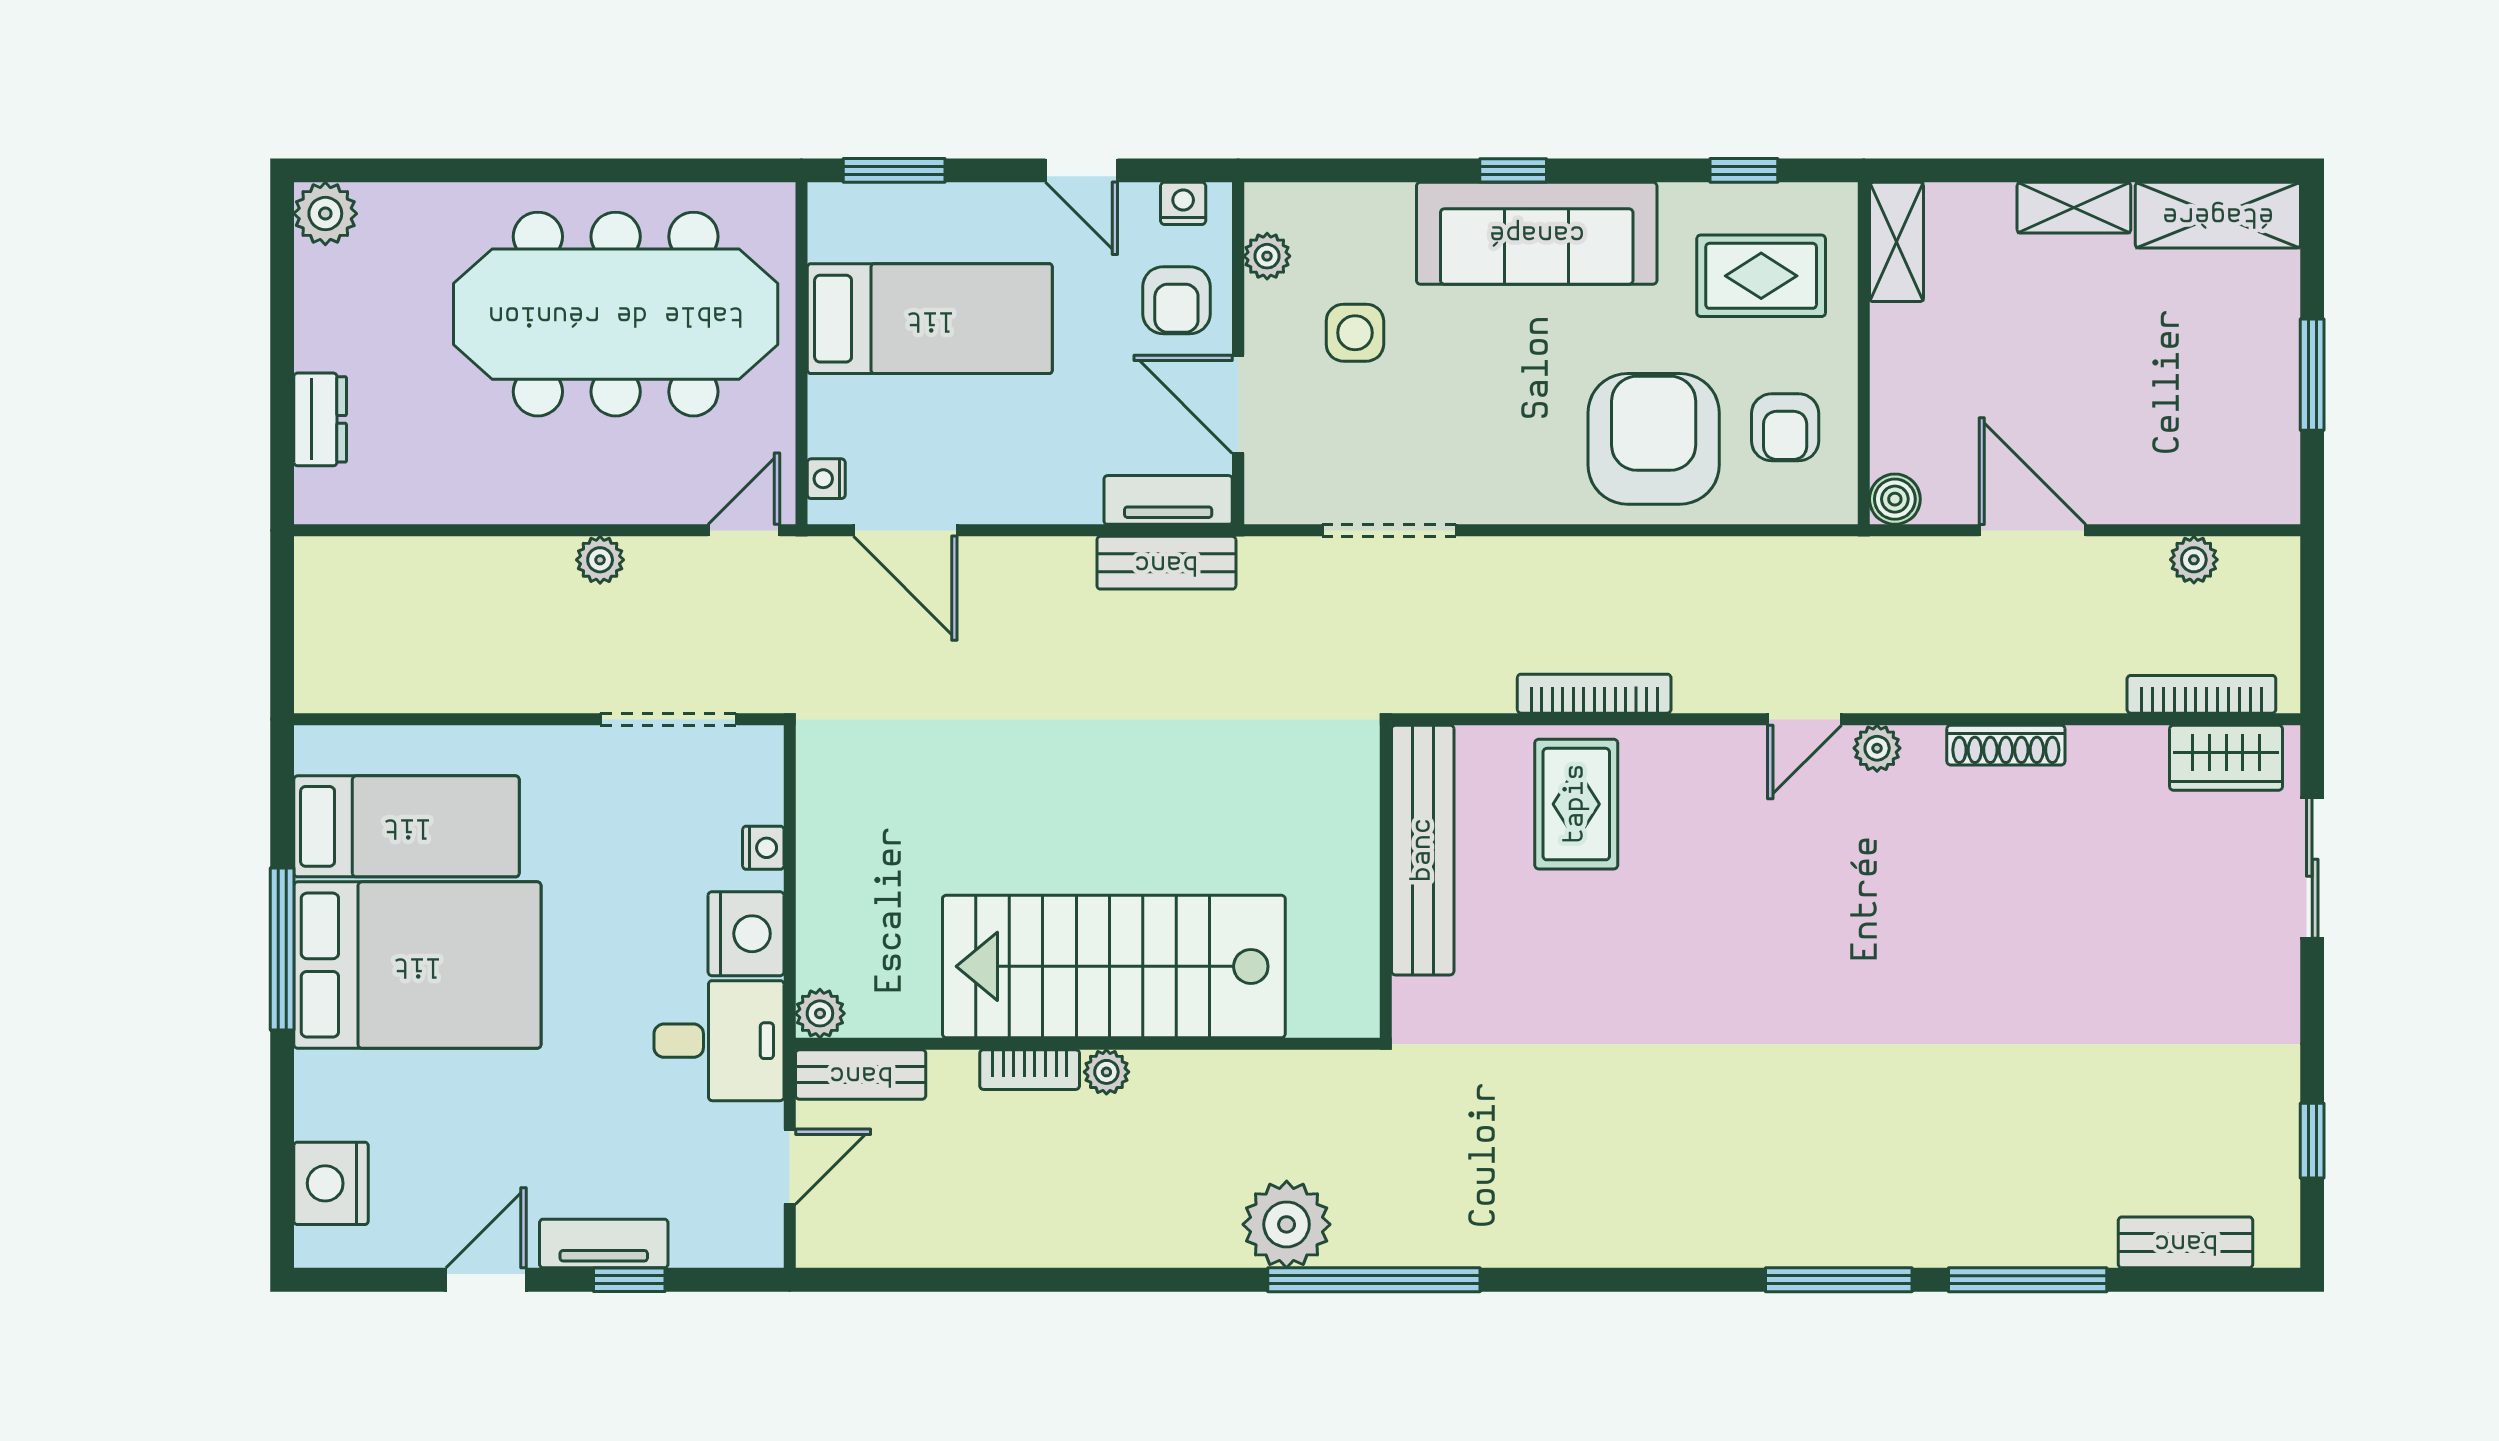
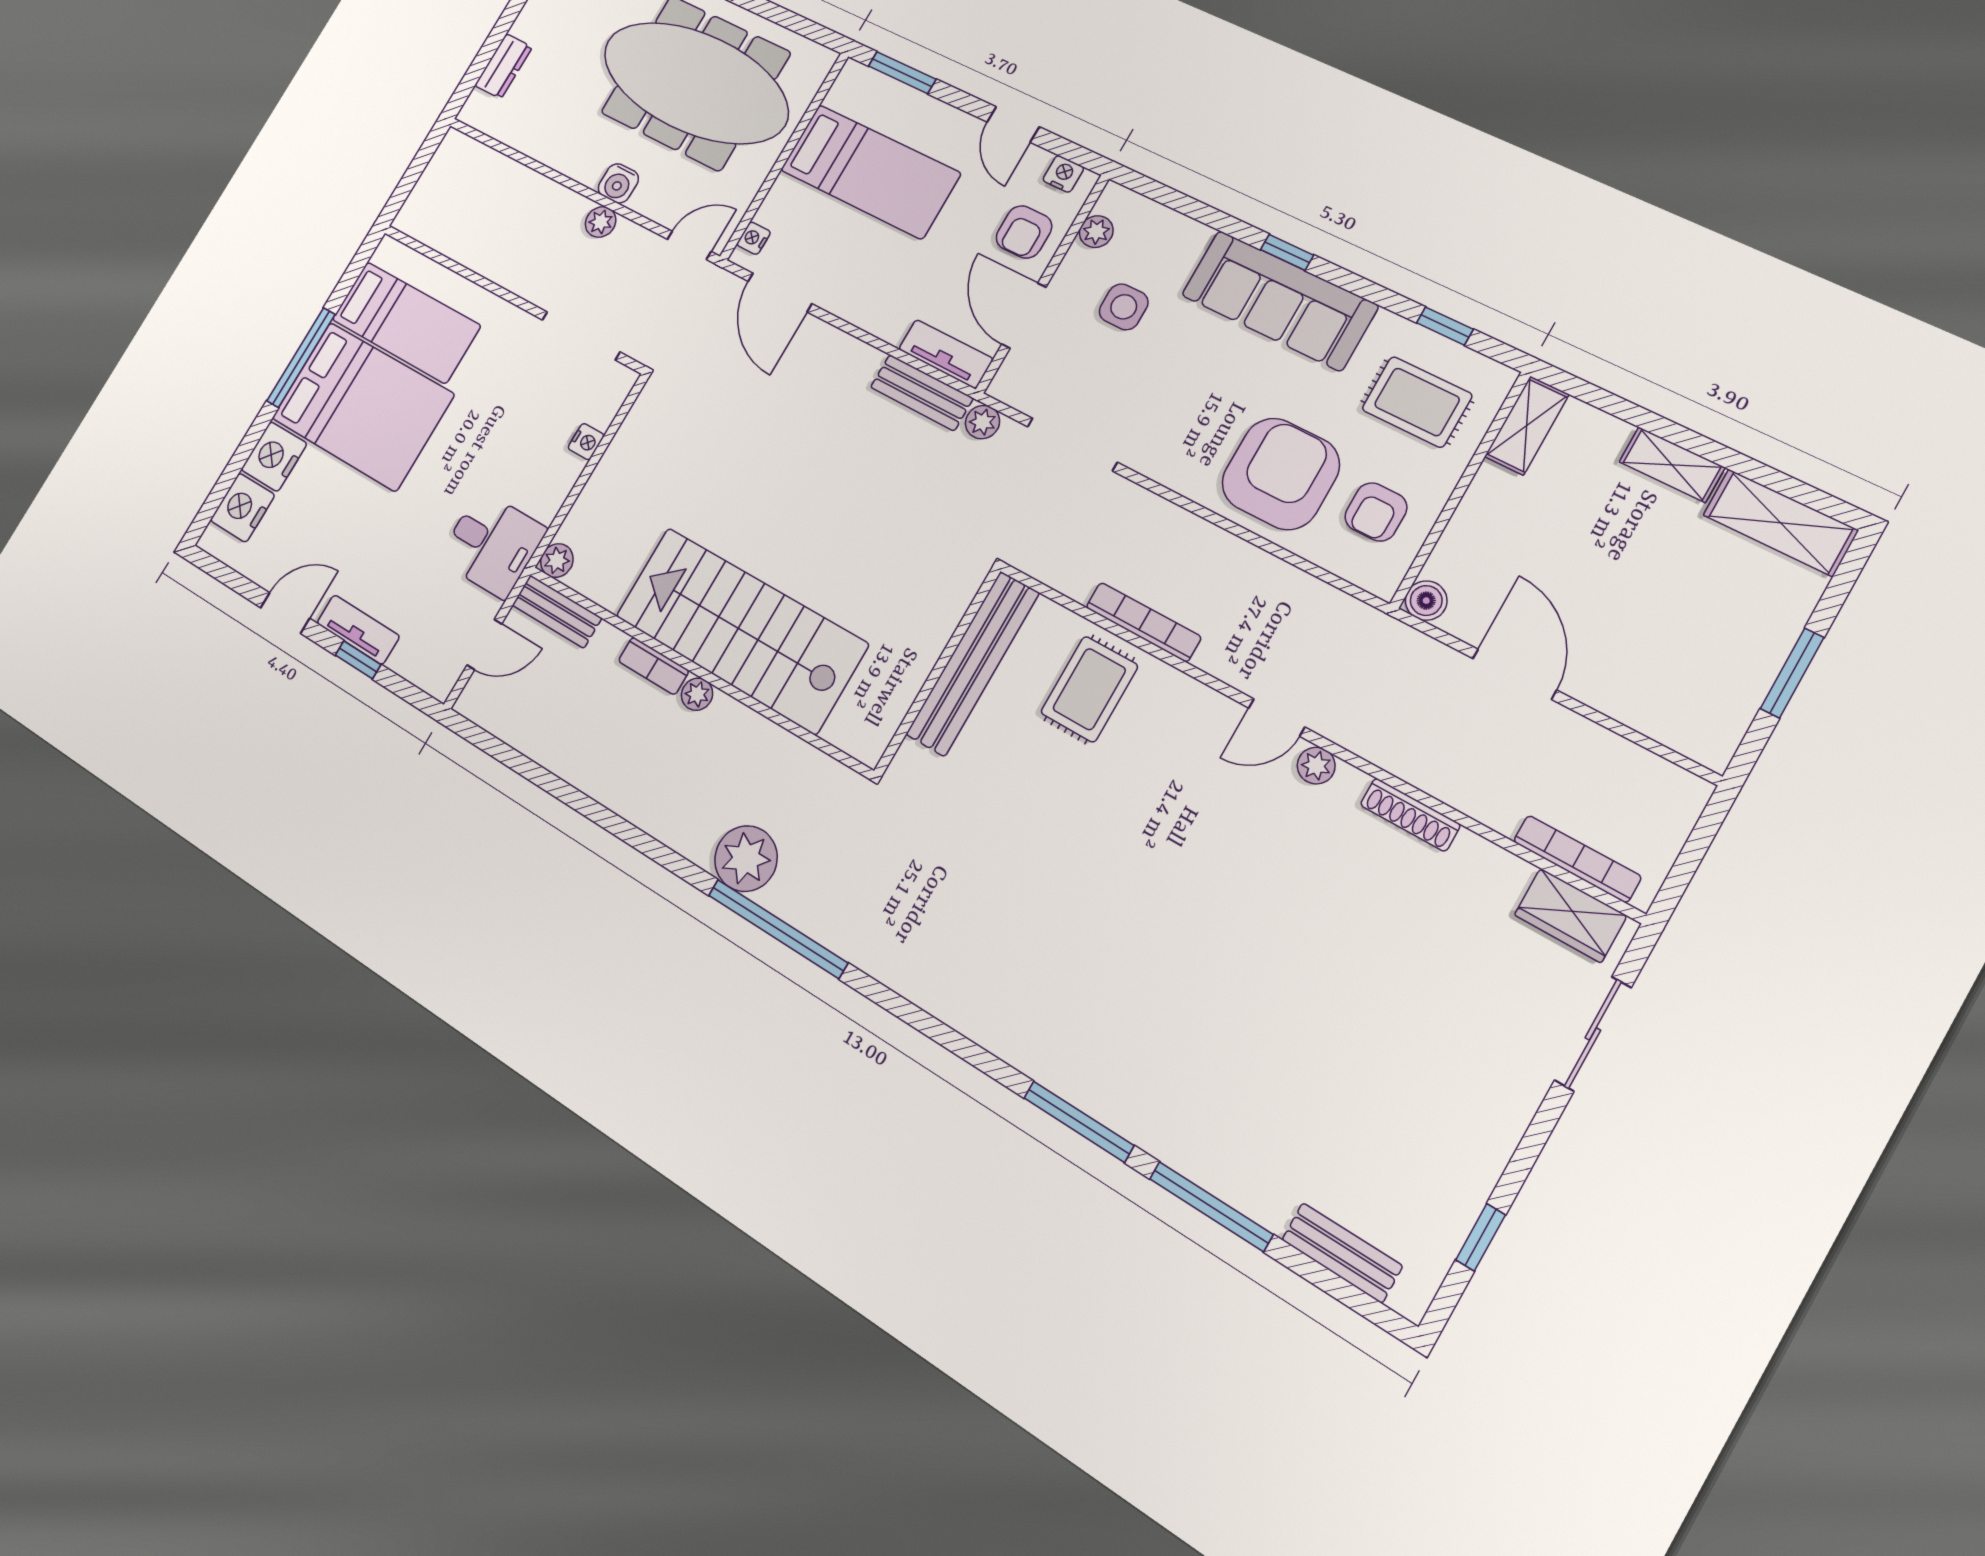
water cooler: (592, 498) -> (618, 183), added
plant: (2194, 560) -> (982, 422), moved
nightstand: (746, 934) -> (274, 457), moved, turned 180

